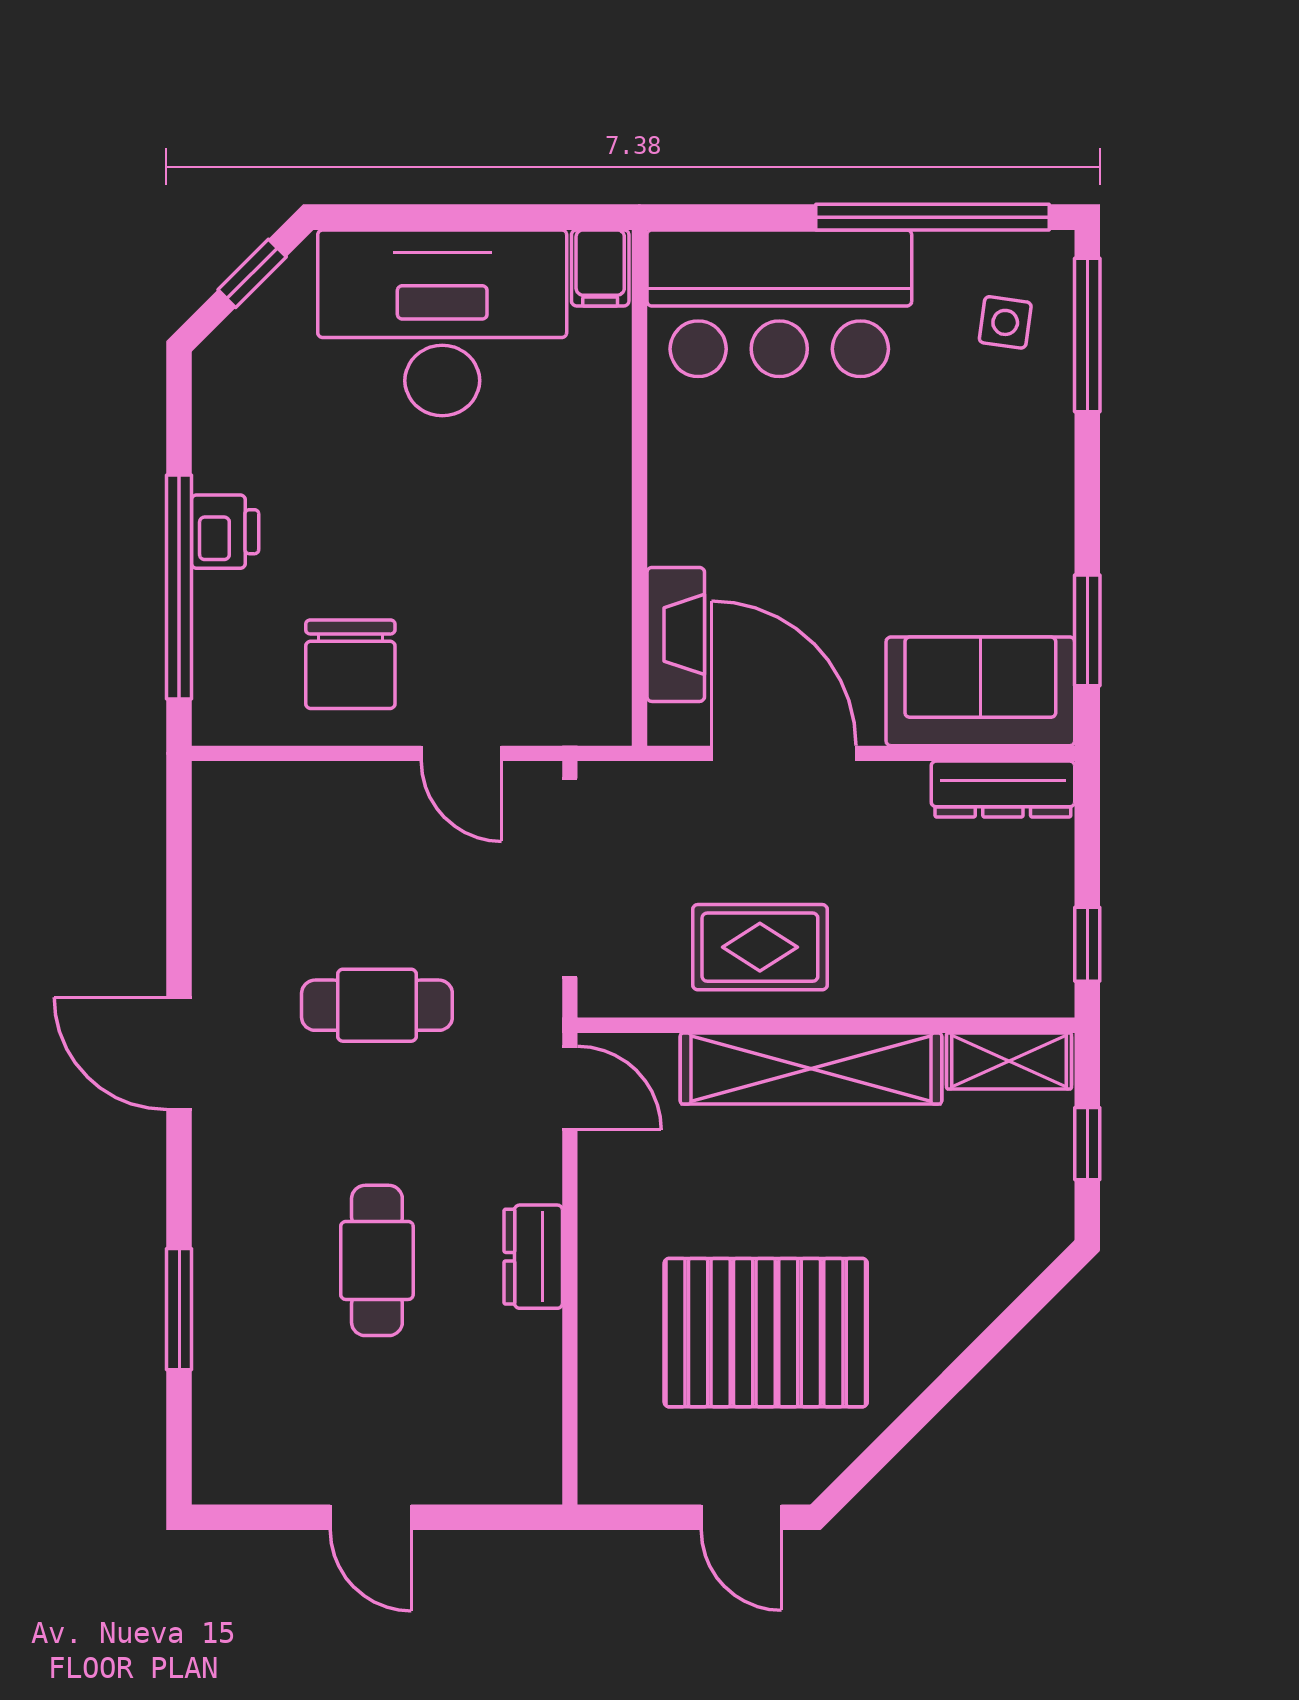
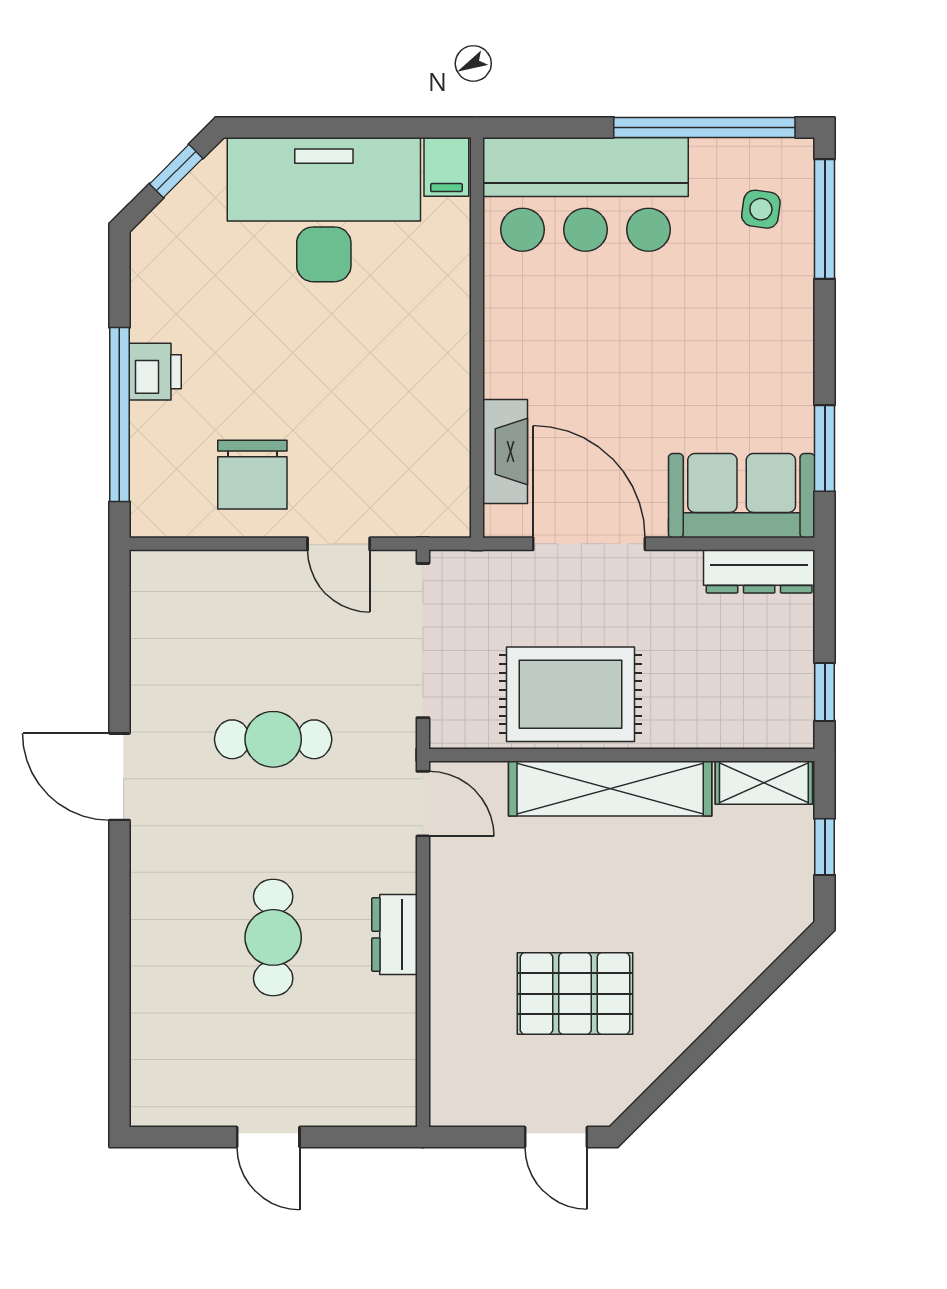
rug: (760, 947) -> (570, 694), width x1.36, depth x1.43
window: (179, 1309) -> (119, 975), removed
pallet: (766, 1333) -> (575, 994), width x0.73, depth x0.71

